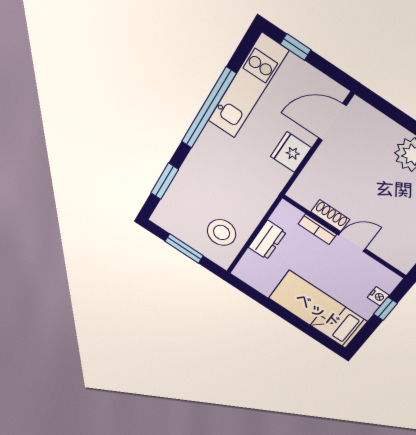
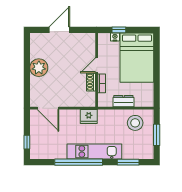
kitchen unit: (248, 86) -> (94, 151), moved
fridge: (291, 152) -> (89, 117), moved
door: (352, 242) -> (97, 65), hinge flipped
bed: (318, 310) -> (137, 58), width x1.50

